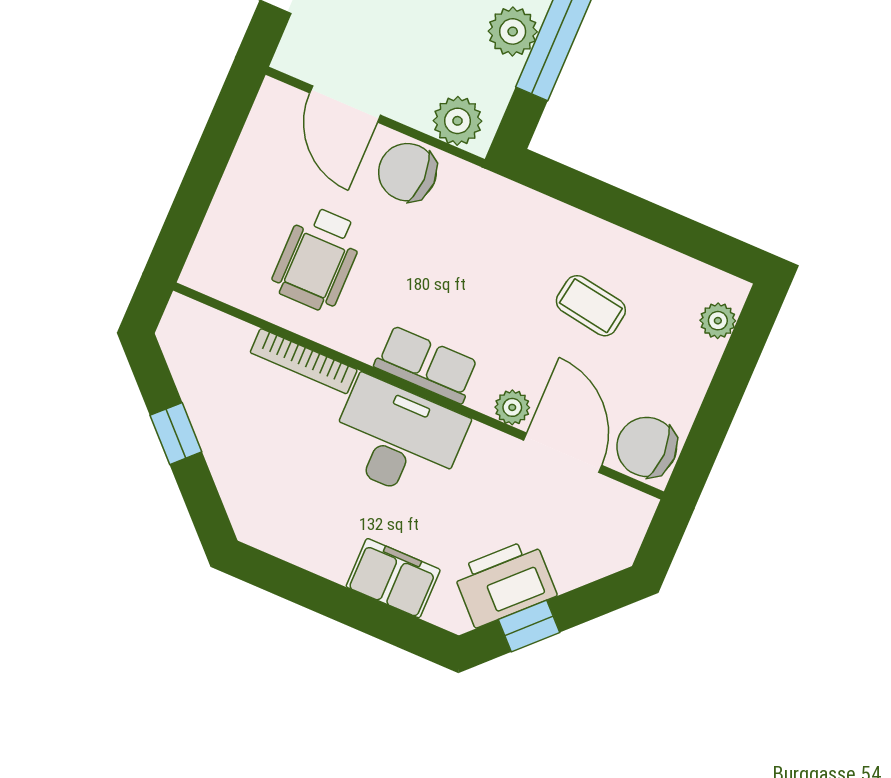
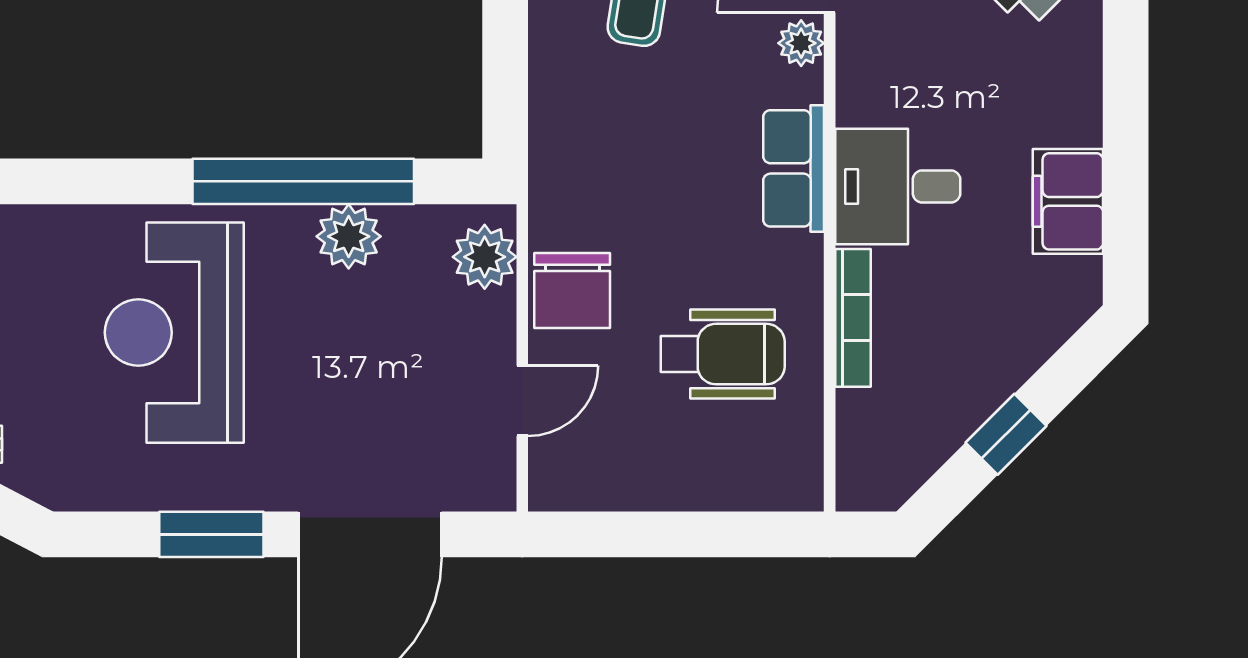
door: (345, 104) -> (522, 401), width x0.73
desk: (398, 439) -> (898, 186), width x0.73
filing cabinet: (393, 578) -> (1068, 201), moved

